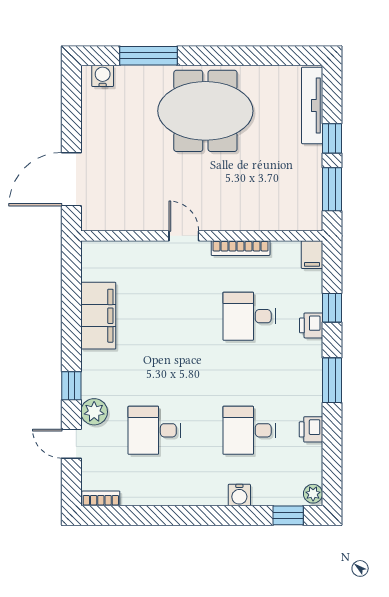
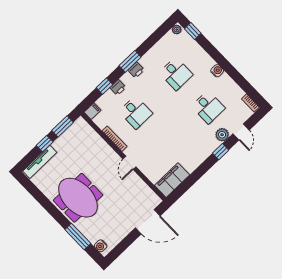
filing cabinet: (98, 316) -> (172, 180), moved
printer: (311, 429) -> (136, 70), moved
water cooler: (239, 495) -> (217, 71), moved

